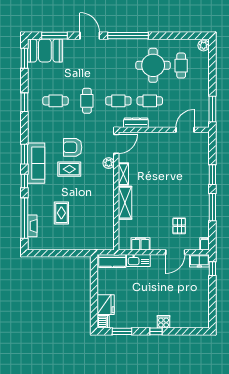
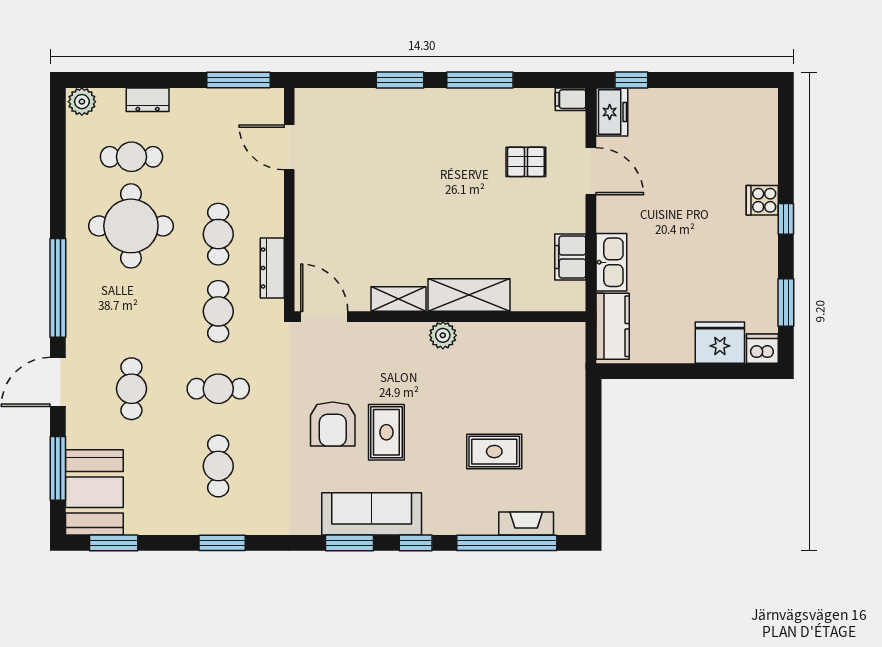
cafe table: (87, 66) -> (131, 389), added
dresser: (204, 72) -> (148, 100), added
plant: (109, 163) -> (443, 335), moved

